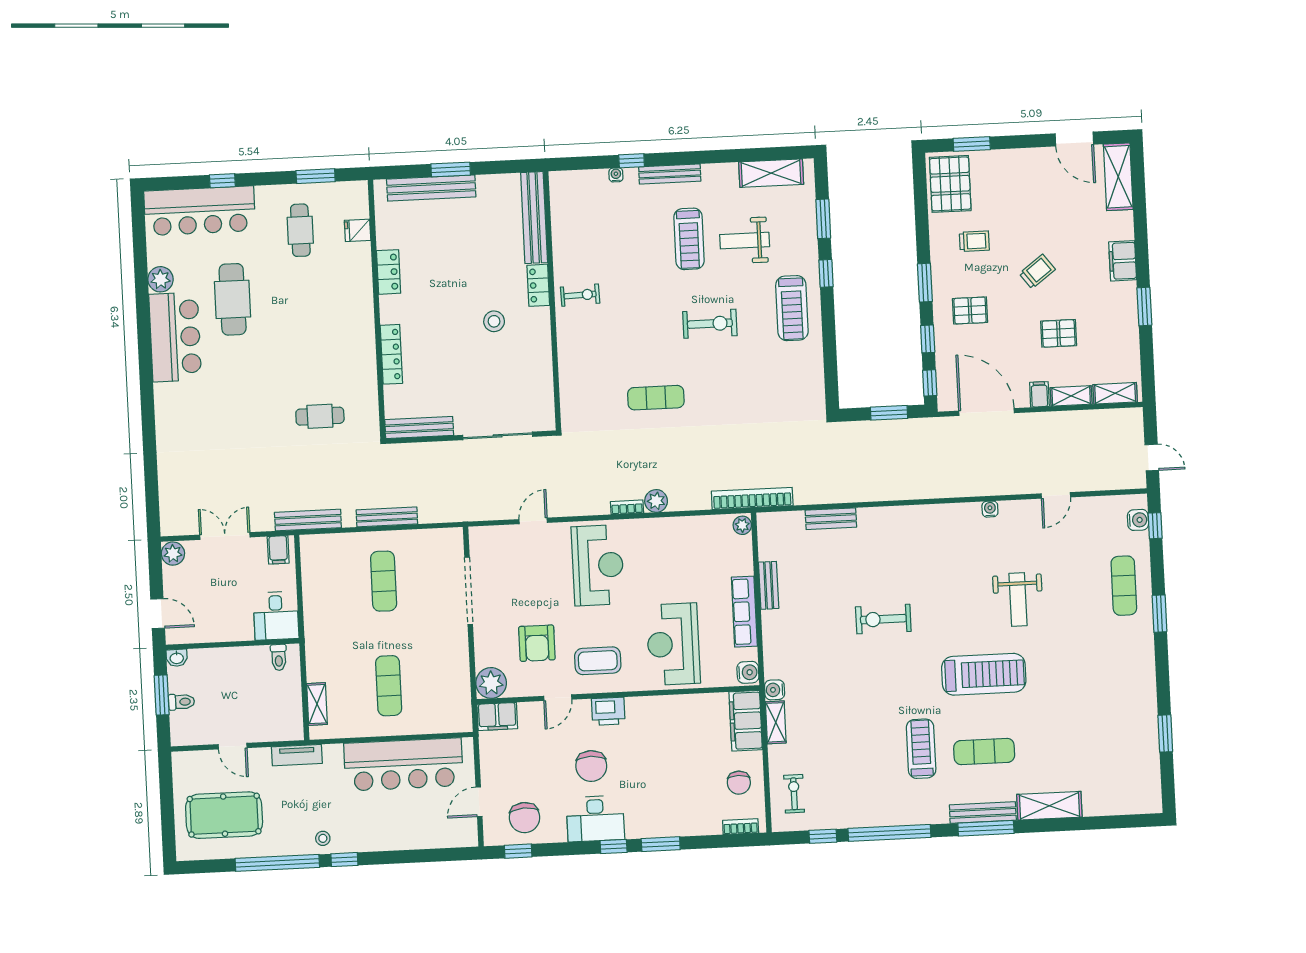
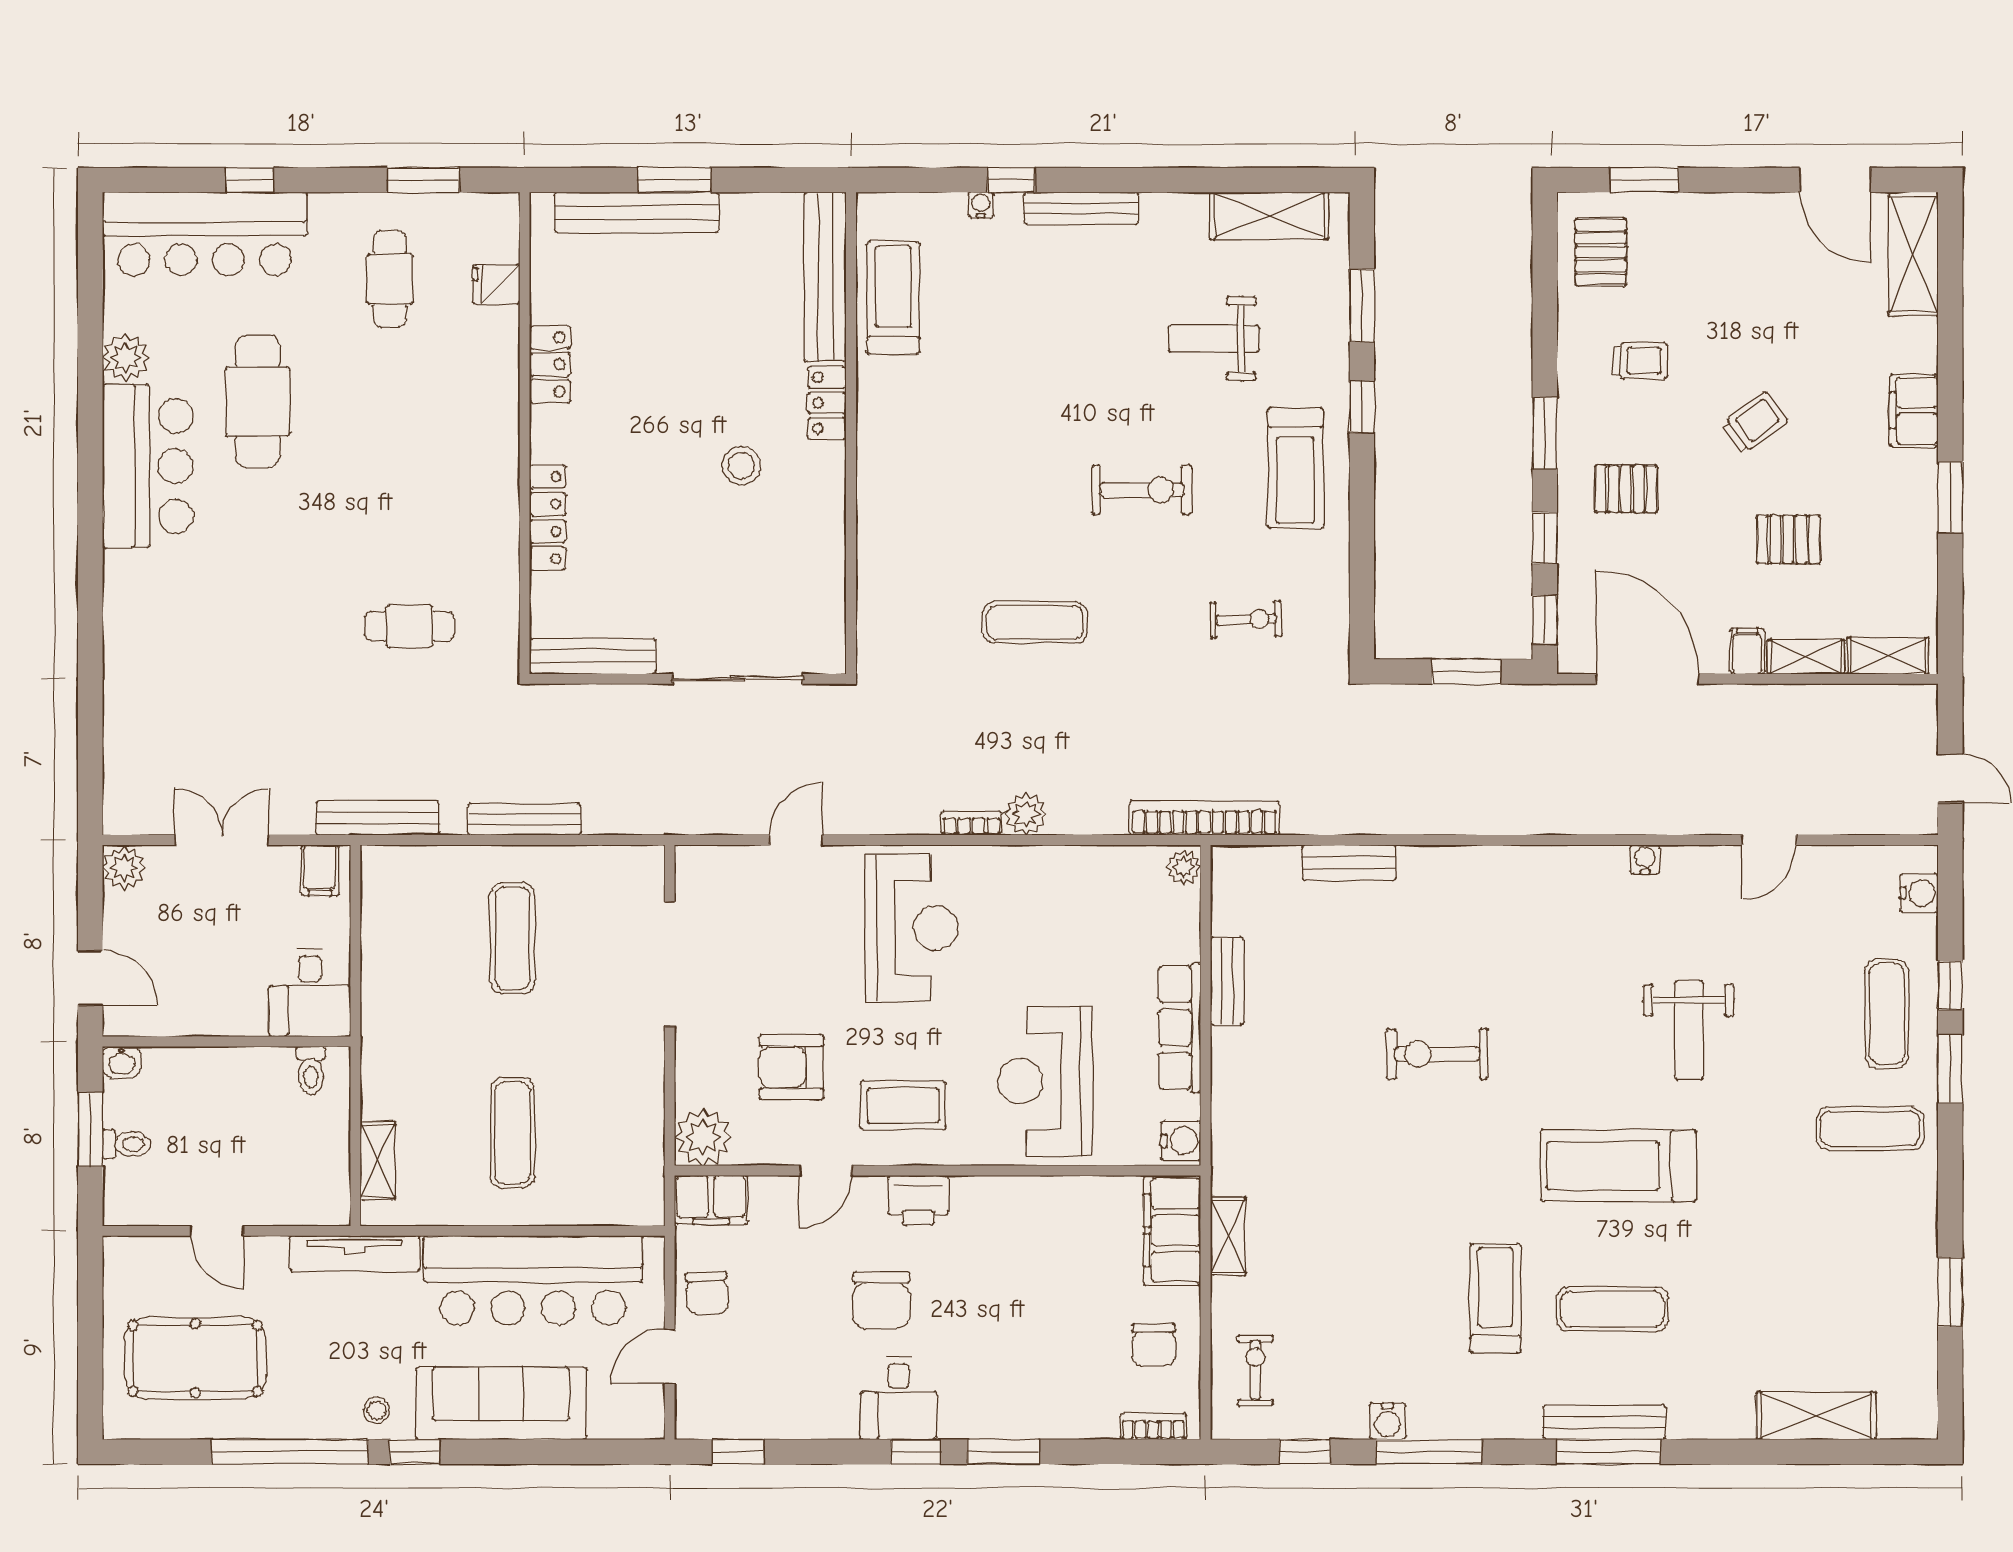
pallet: (950, 184) -> (1601, 252), width x0.67, depth x0.71
treadmill: (689, 239) -> (893, 298), moved, turned 180
exercise bike: (580, 295) -> (1246, 619), moved
window: (1155, 526) -> (1950, 985), moved
armchair: (537, 643) -> (792, 1067), turned 90
exercise mat: (1118, 648) -> (1870, 1129), added
treadmill: (984, 674) -> (1618, 1166), turned 180
water cooler: (775, 690) -> (1388, 1421), moved, turned -90
tv unit: (297, 755) -> (355, 1253), width x1.41
shelving: (1049, 806) -> (1816, 1416), moved
chair: (524, 818) -> (707, 1293), moved, width x0.73, depth x0.73
desk: (595, 819) -> (899, 1398), width x0.73
sofa: (390, 831) -> (501, 1403), added
window: (889, 833) -> (1429, 1452), width x0.68

